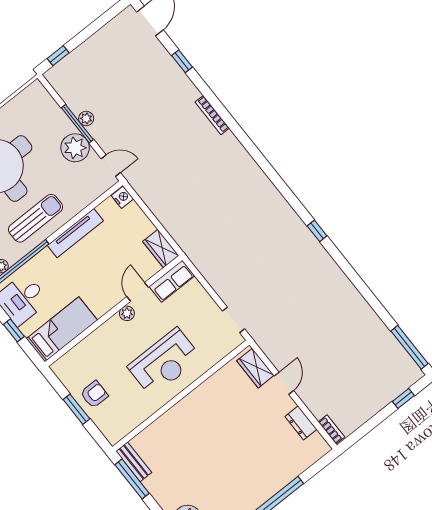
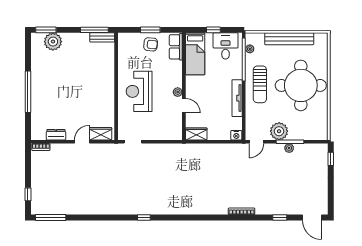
row of seats: (172, 281) -> (176, 47), moved
door: (284, 383) -> (82, 142), swing flipped
armchair: (94, 394) -> (151, 44), turned -84

